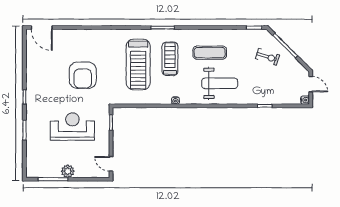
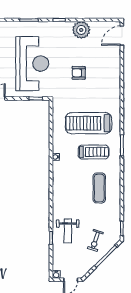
plant: (35, 72) -> (81, 30), added
armchair: (83, 75) -> (79, 73), width x0.53, depth x0.53
weight bench: (220, 83) -> (68, 231), moved, width x0.73, depth x0.75
reception desk: (72, 127) -> (32, 63), width x1.36, depth x1.30

